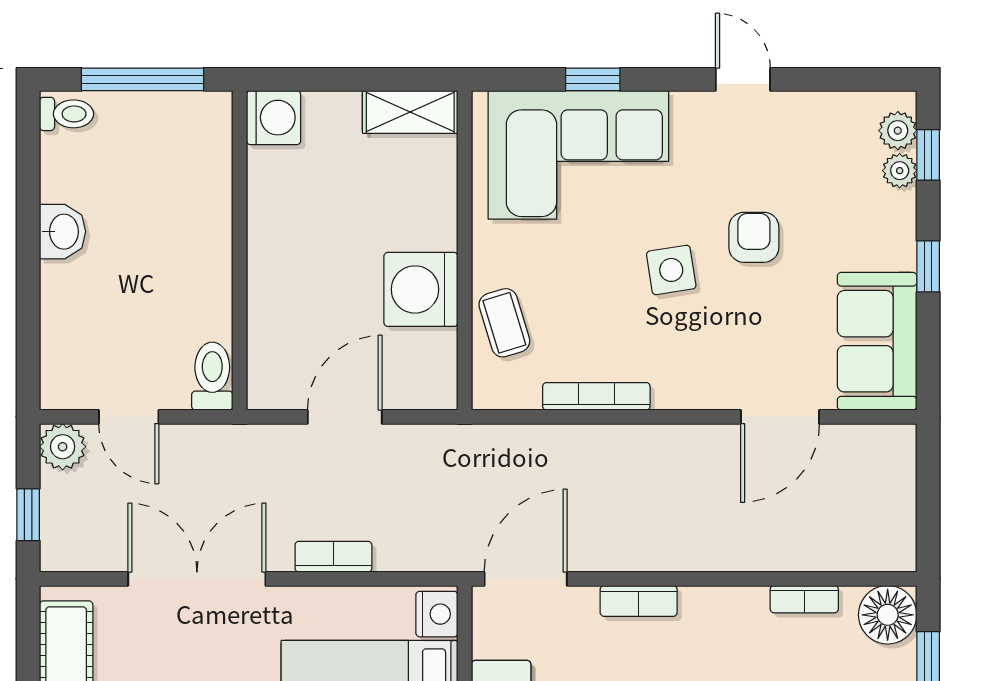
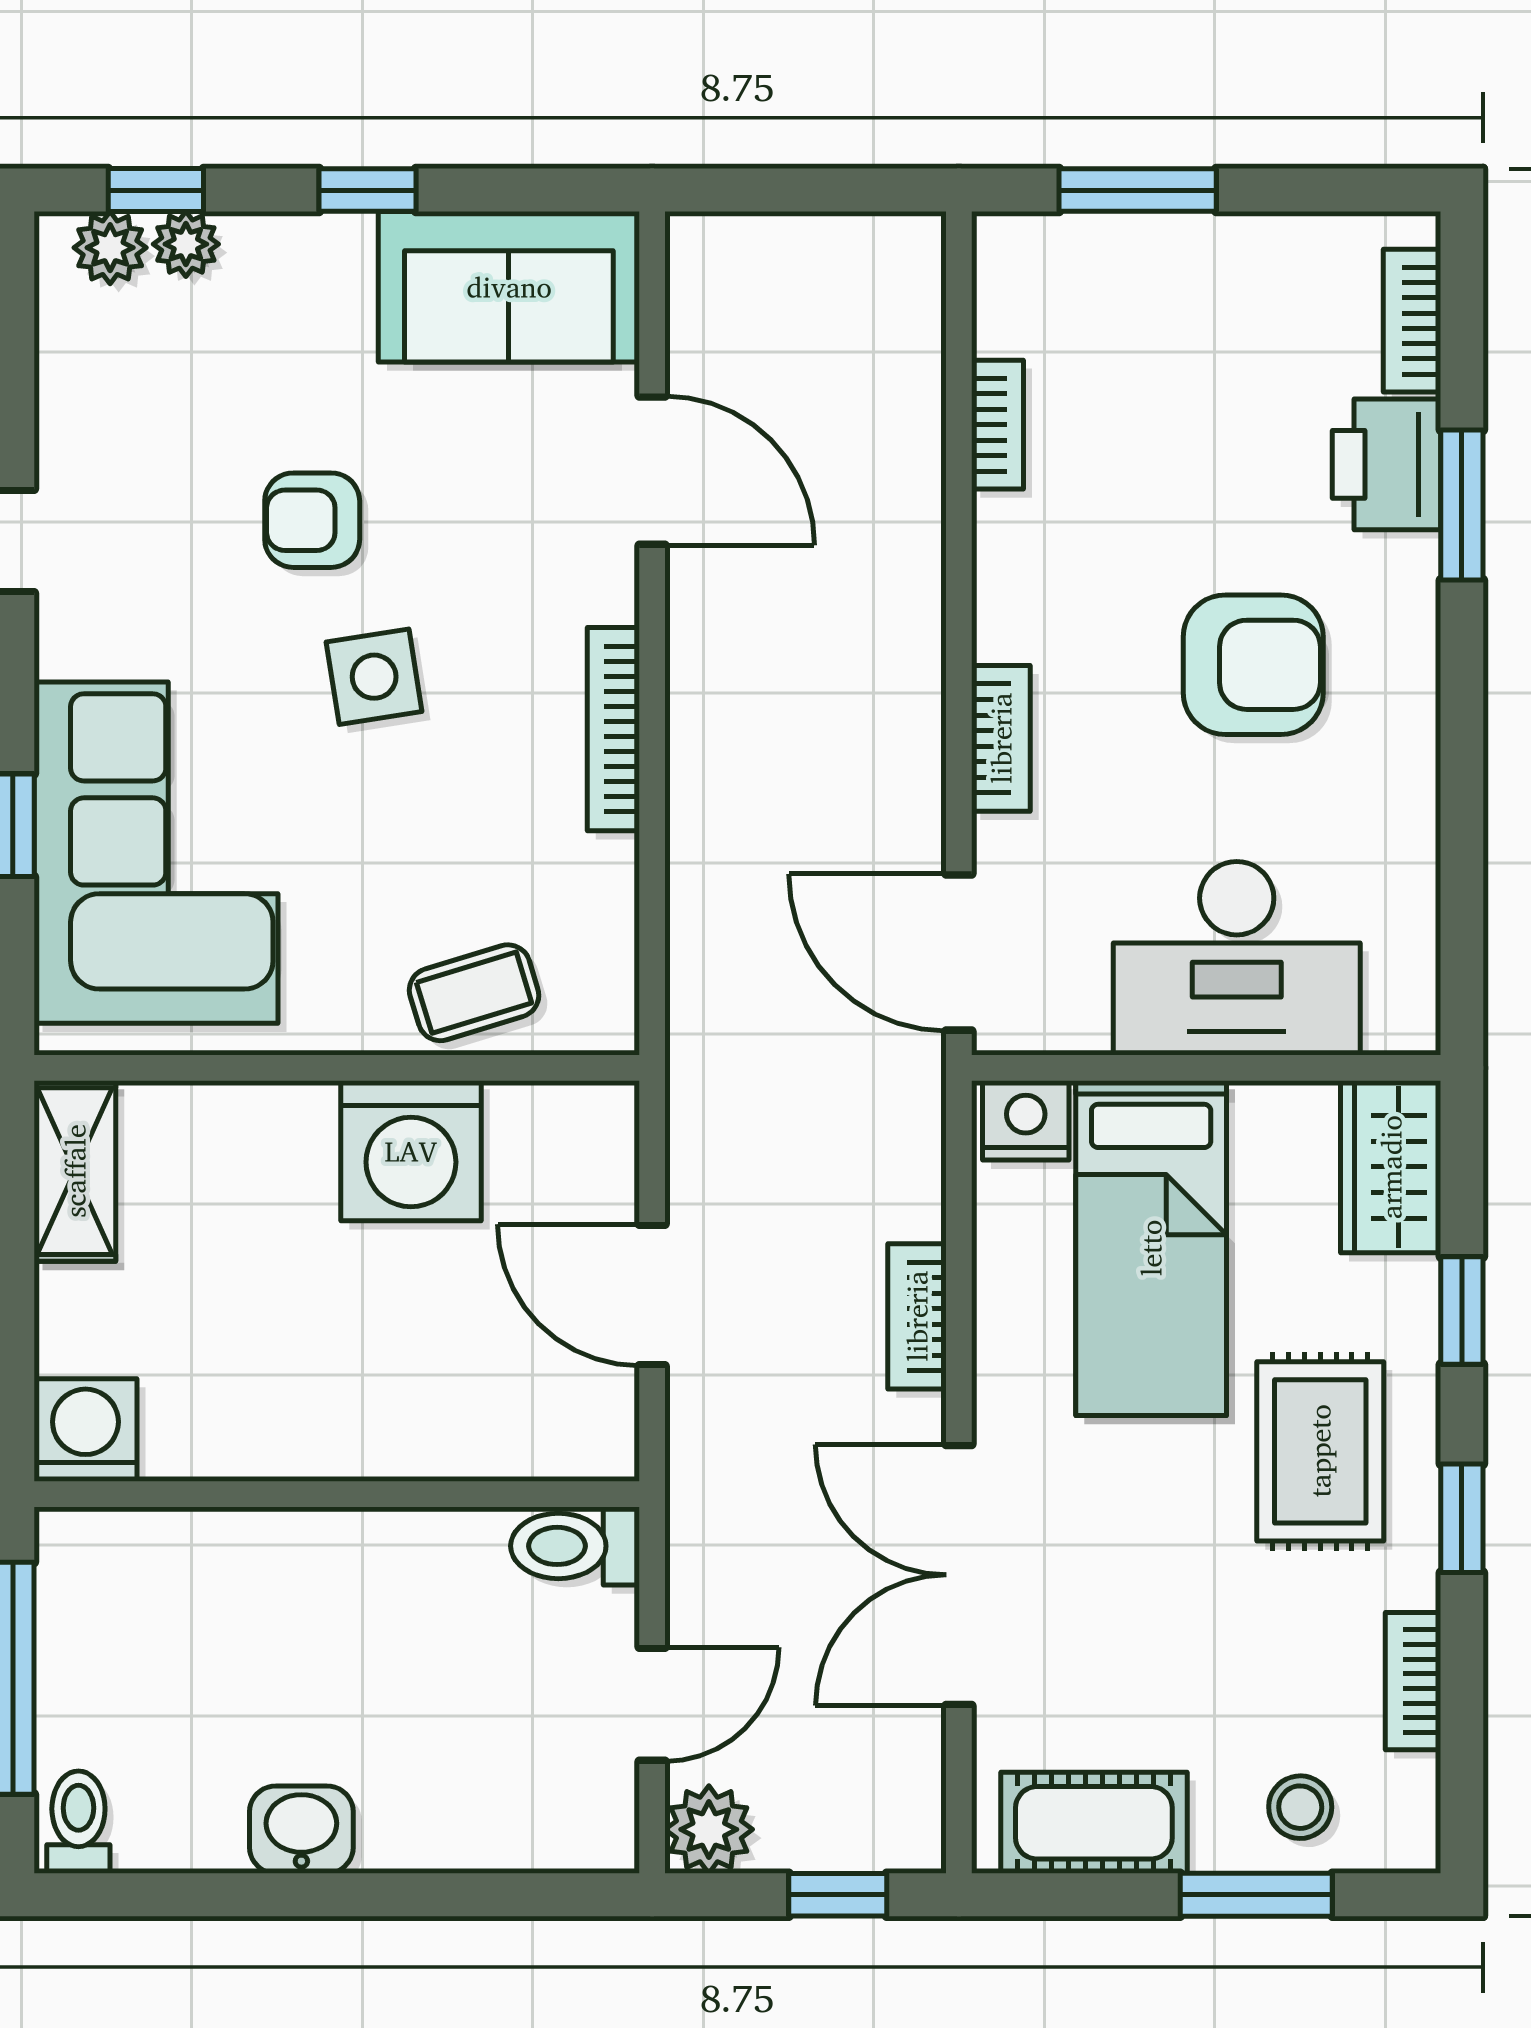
bookcase: (596, 396) -> (613, 729), moved
floor lamp: (888, 615) -> (1027, 267), removed

